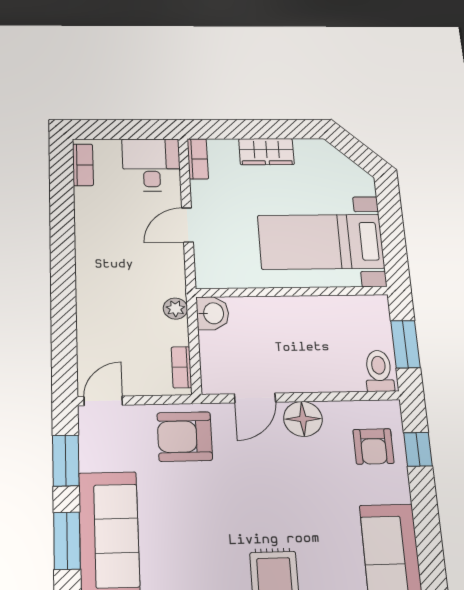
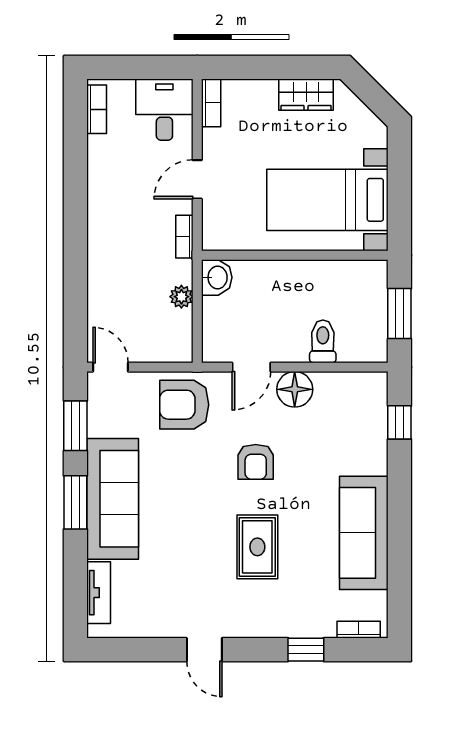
wardrobe: (266, 152) -> (306, 95), moved
plant: (175, 309) -> (181, 297), moved
bookcase: (181, 367) -> (184, 237), moved
toilet: (379, 371) -> (323, 341), moved
door: (103, 401) -> (111, 367), hinge flipped
armchair: (373, 446) -> (256, 462), moved

